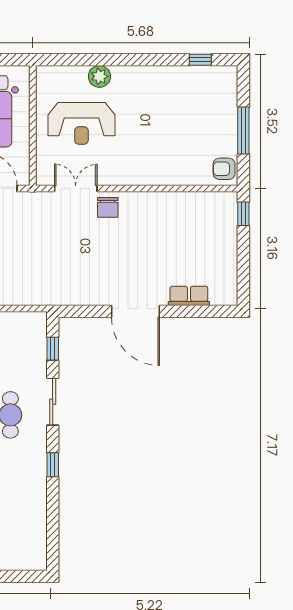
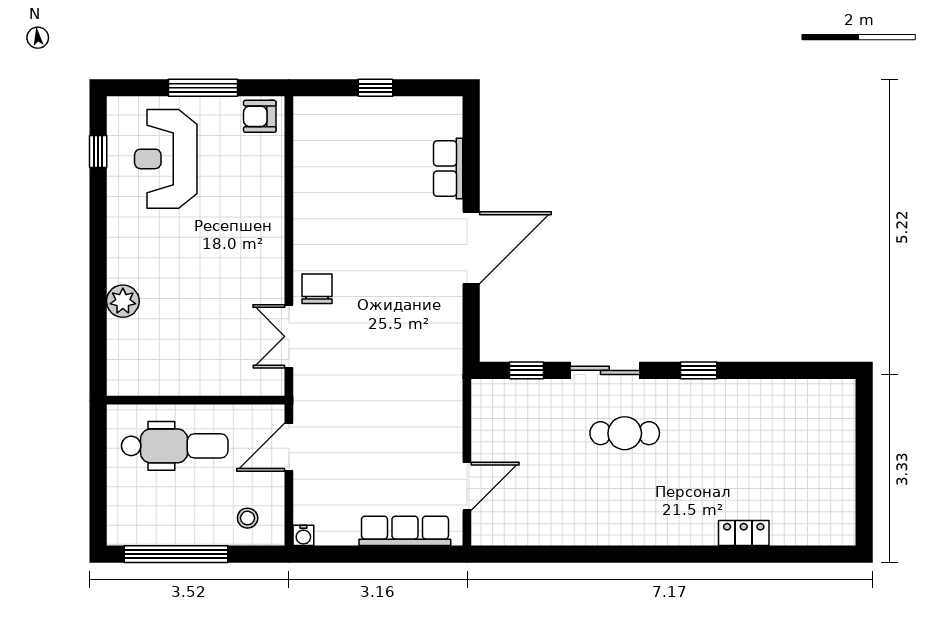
reception desk: (81, 123) -> (166, 159), moved, turned 180
armchair: (224, 169) -> (260, 116), turned 90
chair: (108, 207) -> (317, 289), turned -90
window: (243, 214) -> (375, 88), moved

